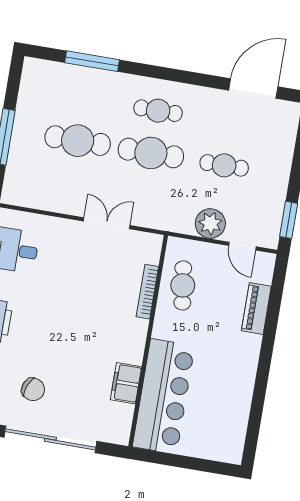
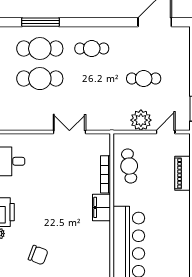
cafe table: (151, 153) -> (40, 49), moved
door: (242, 246) -> (166, 132), swing flipped
filing cabinet: (126, 383) -> (101, 207), moved

